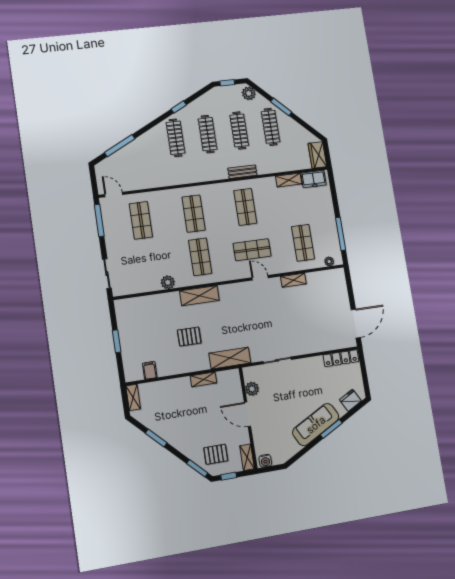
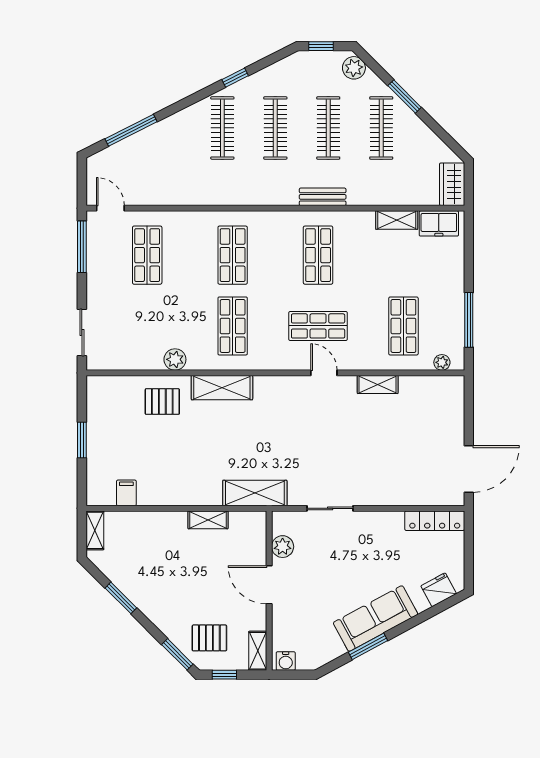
pallet: (189, 337) -> (162, 402), moved
window: (331, 429) -> (368, 646), moved

